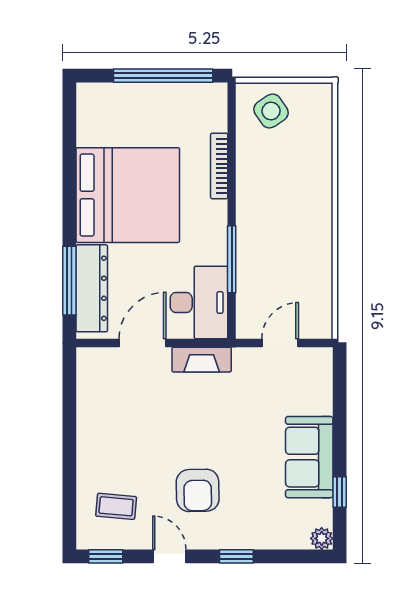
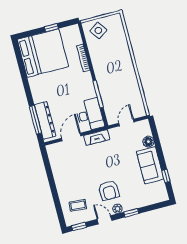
window: (163, 76) -> (51, 28), width x0.32
bed: (128, 195) -> (43, 53), moved
floor lamp: (320, 401) -> (148, 142), added
plant: (322, 538) -> (118, 209), moved

